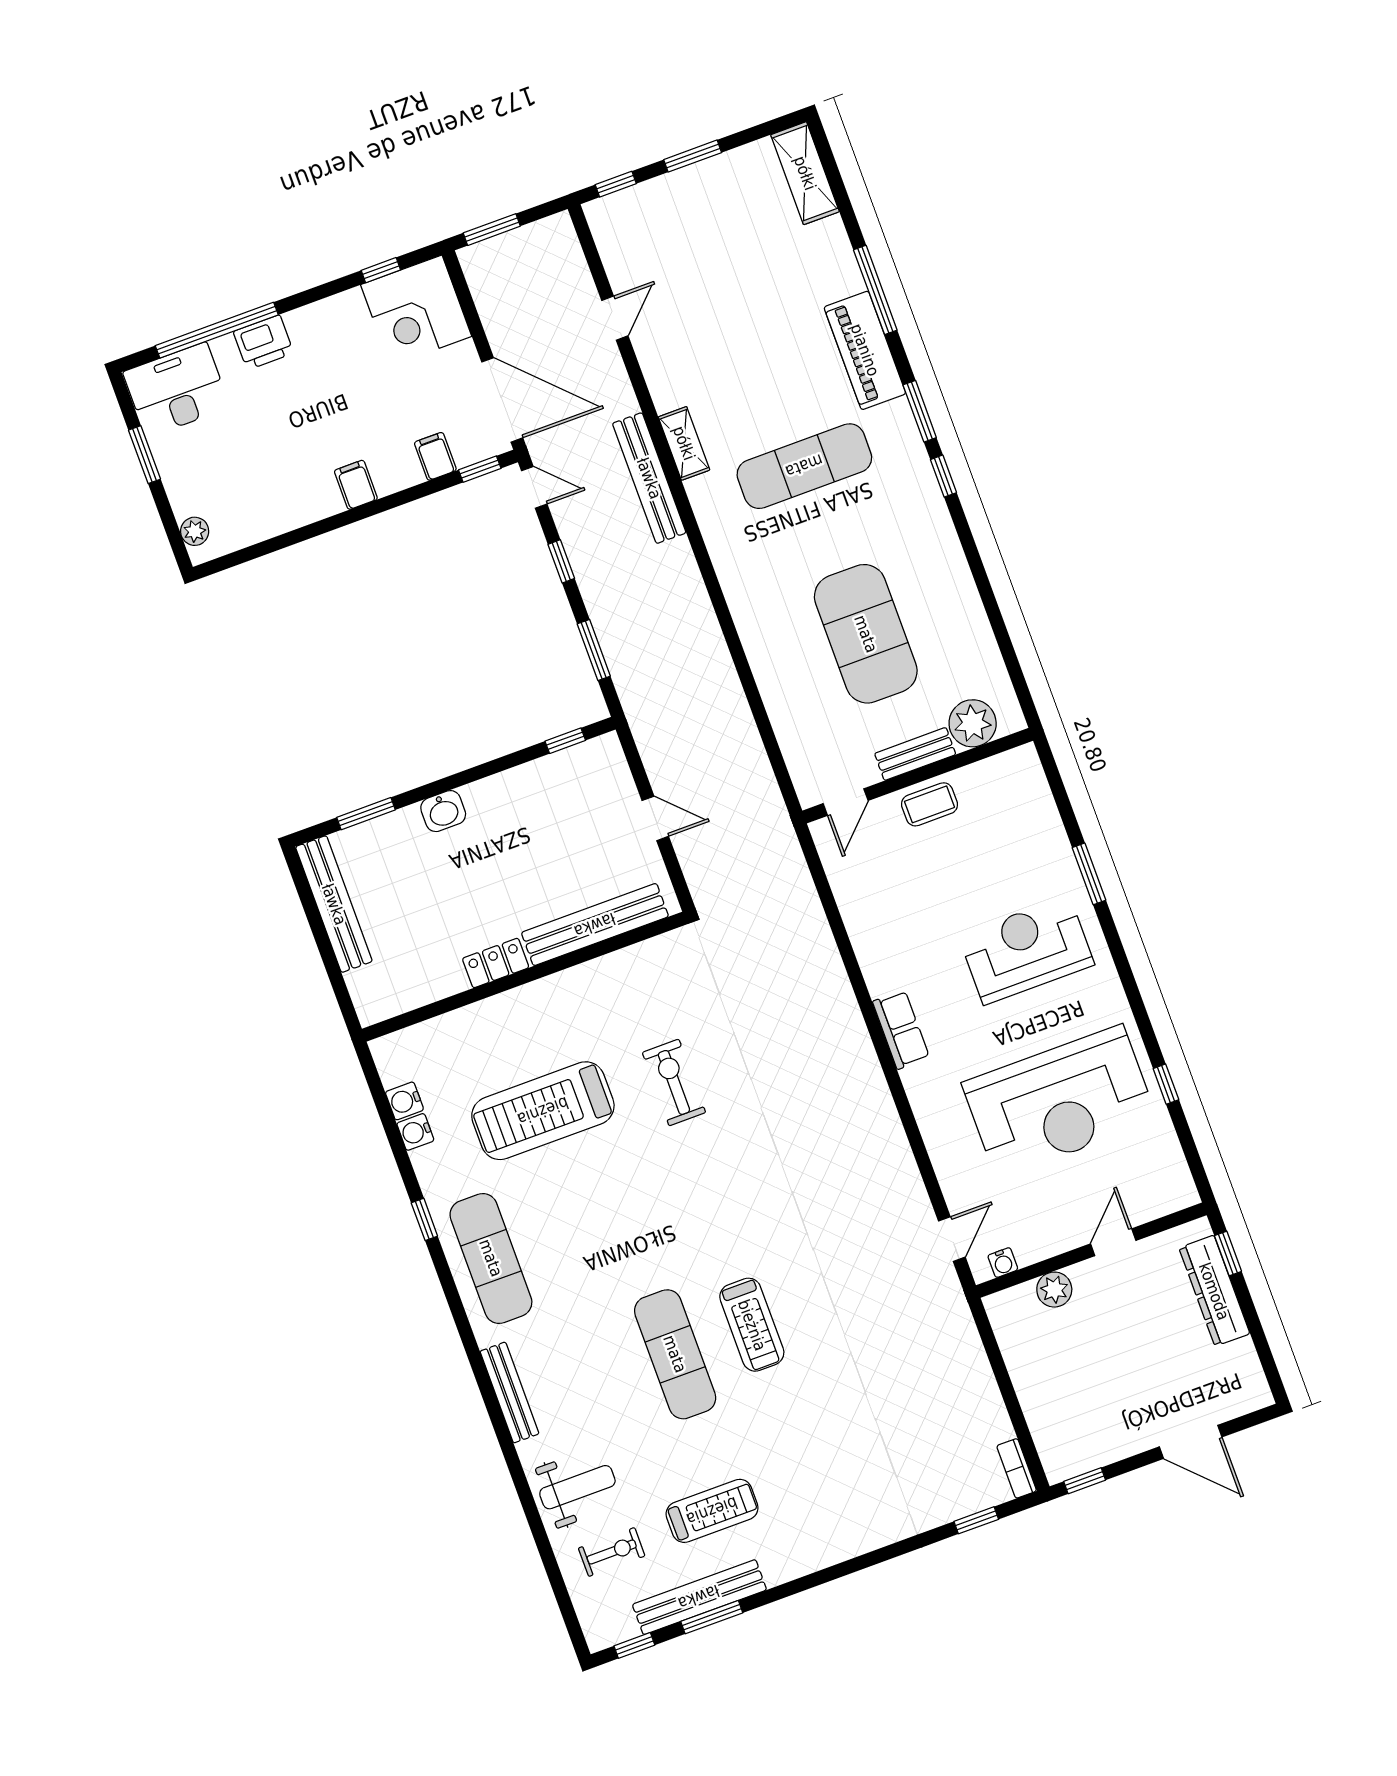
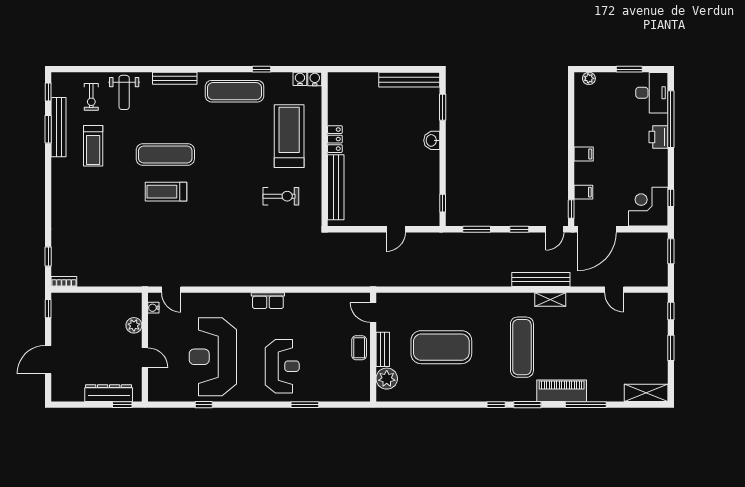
bench: (595, 925) -> (336, 187), moved
locker: (496, 963) -> (335, 139), moved
wall: (524, 977) -> (325, 149), moved

